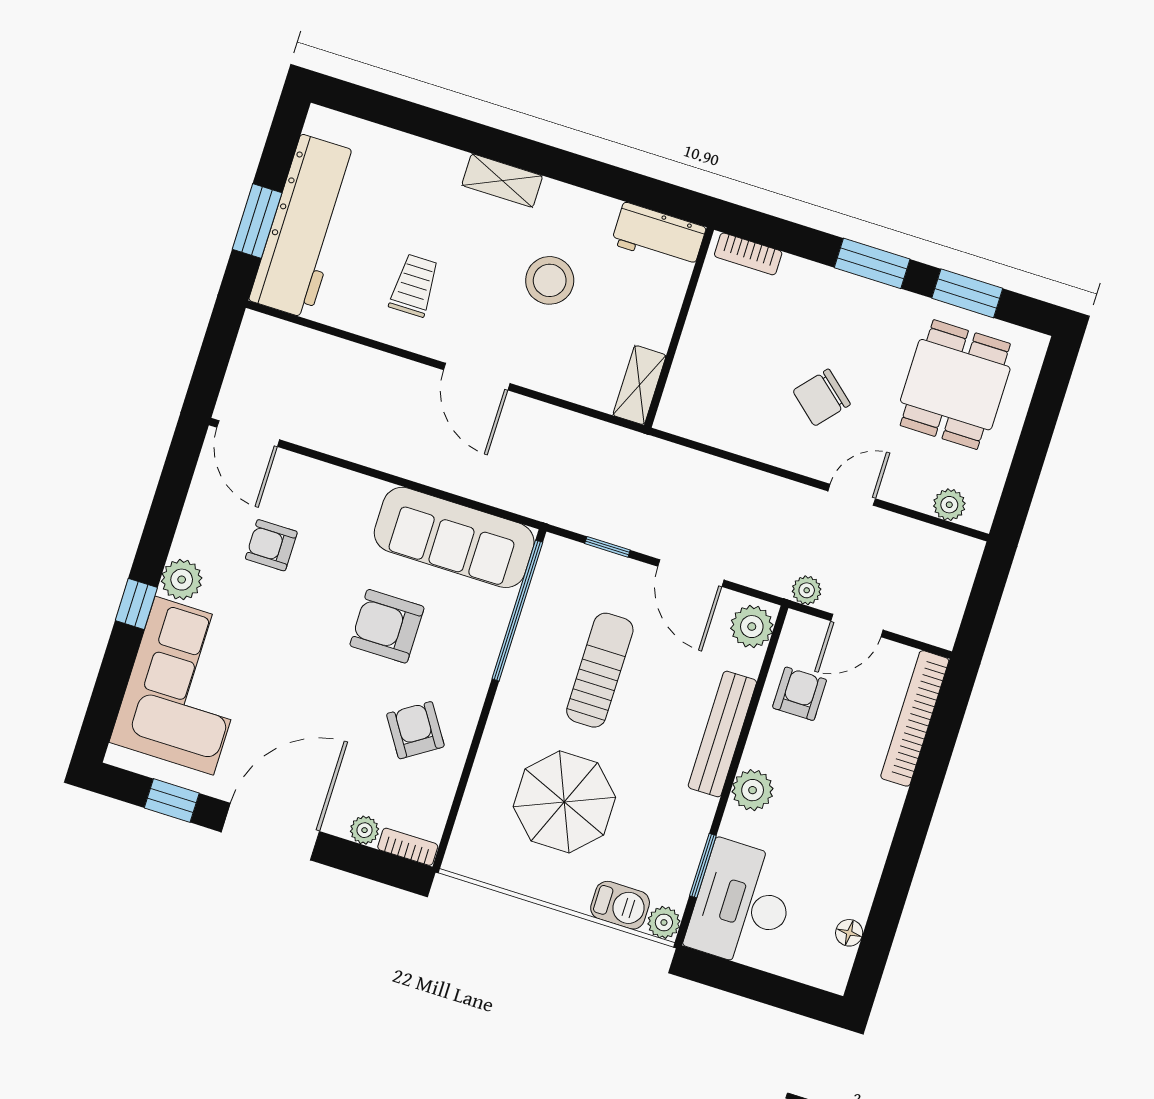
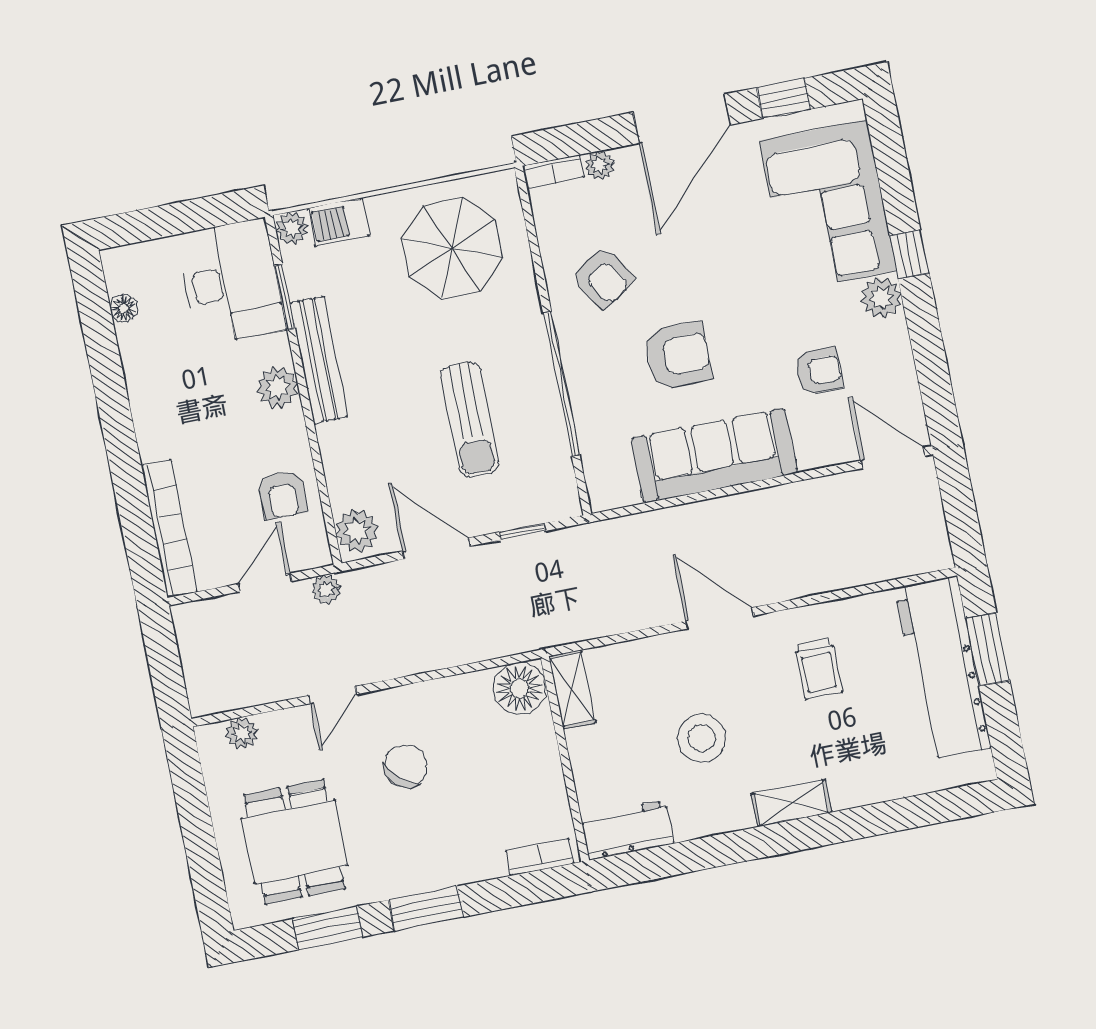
floor lamp: (685, 411) -> (520, 688), added
sofa: (454, 537) -> (714, 456), moved
window: (517, 611) -> (561, 384), moved
bench: (722, 734) -> (319, 360), moved
parasol: (564, 802) -> (452, 248), moved

